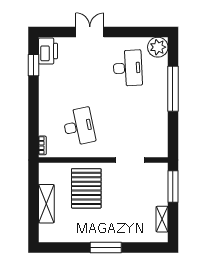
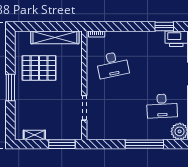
pallet: (86, 188) -> (39, 68), moved
shelving: (46, 204) -> (55, 37), width x1.47

